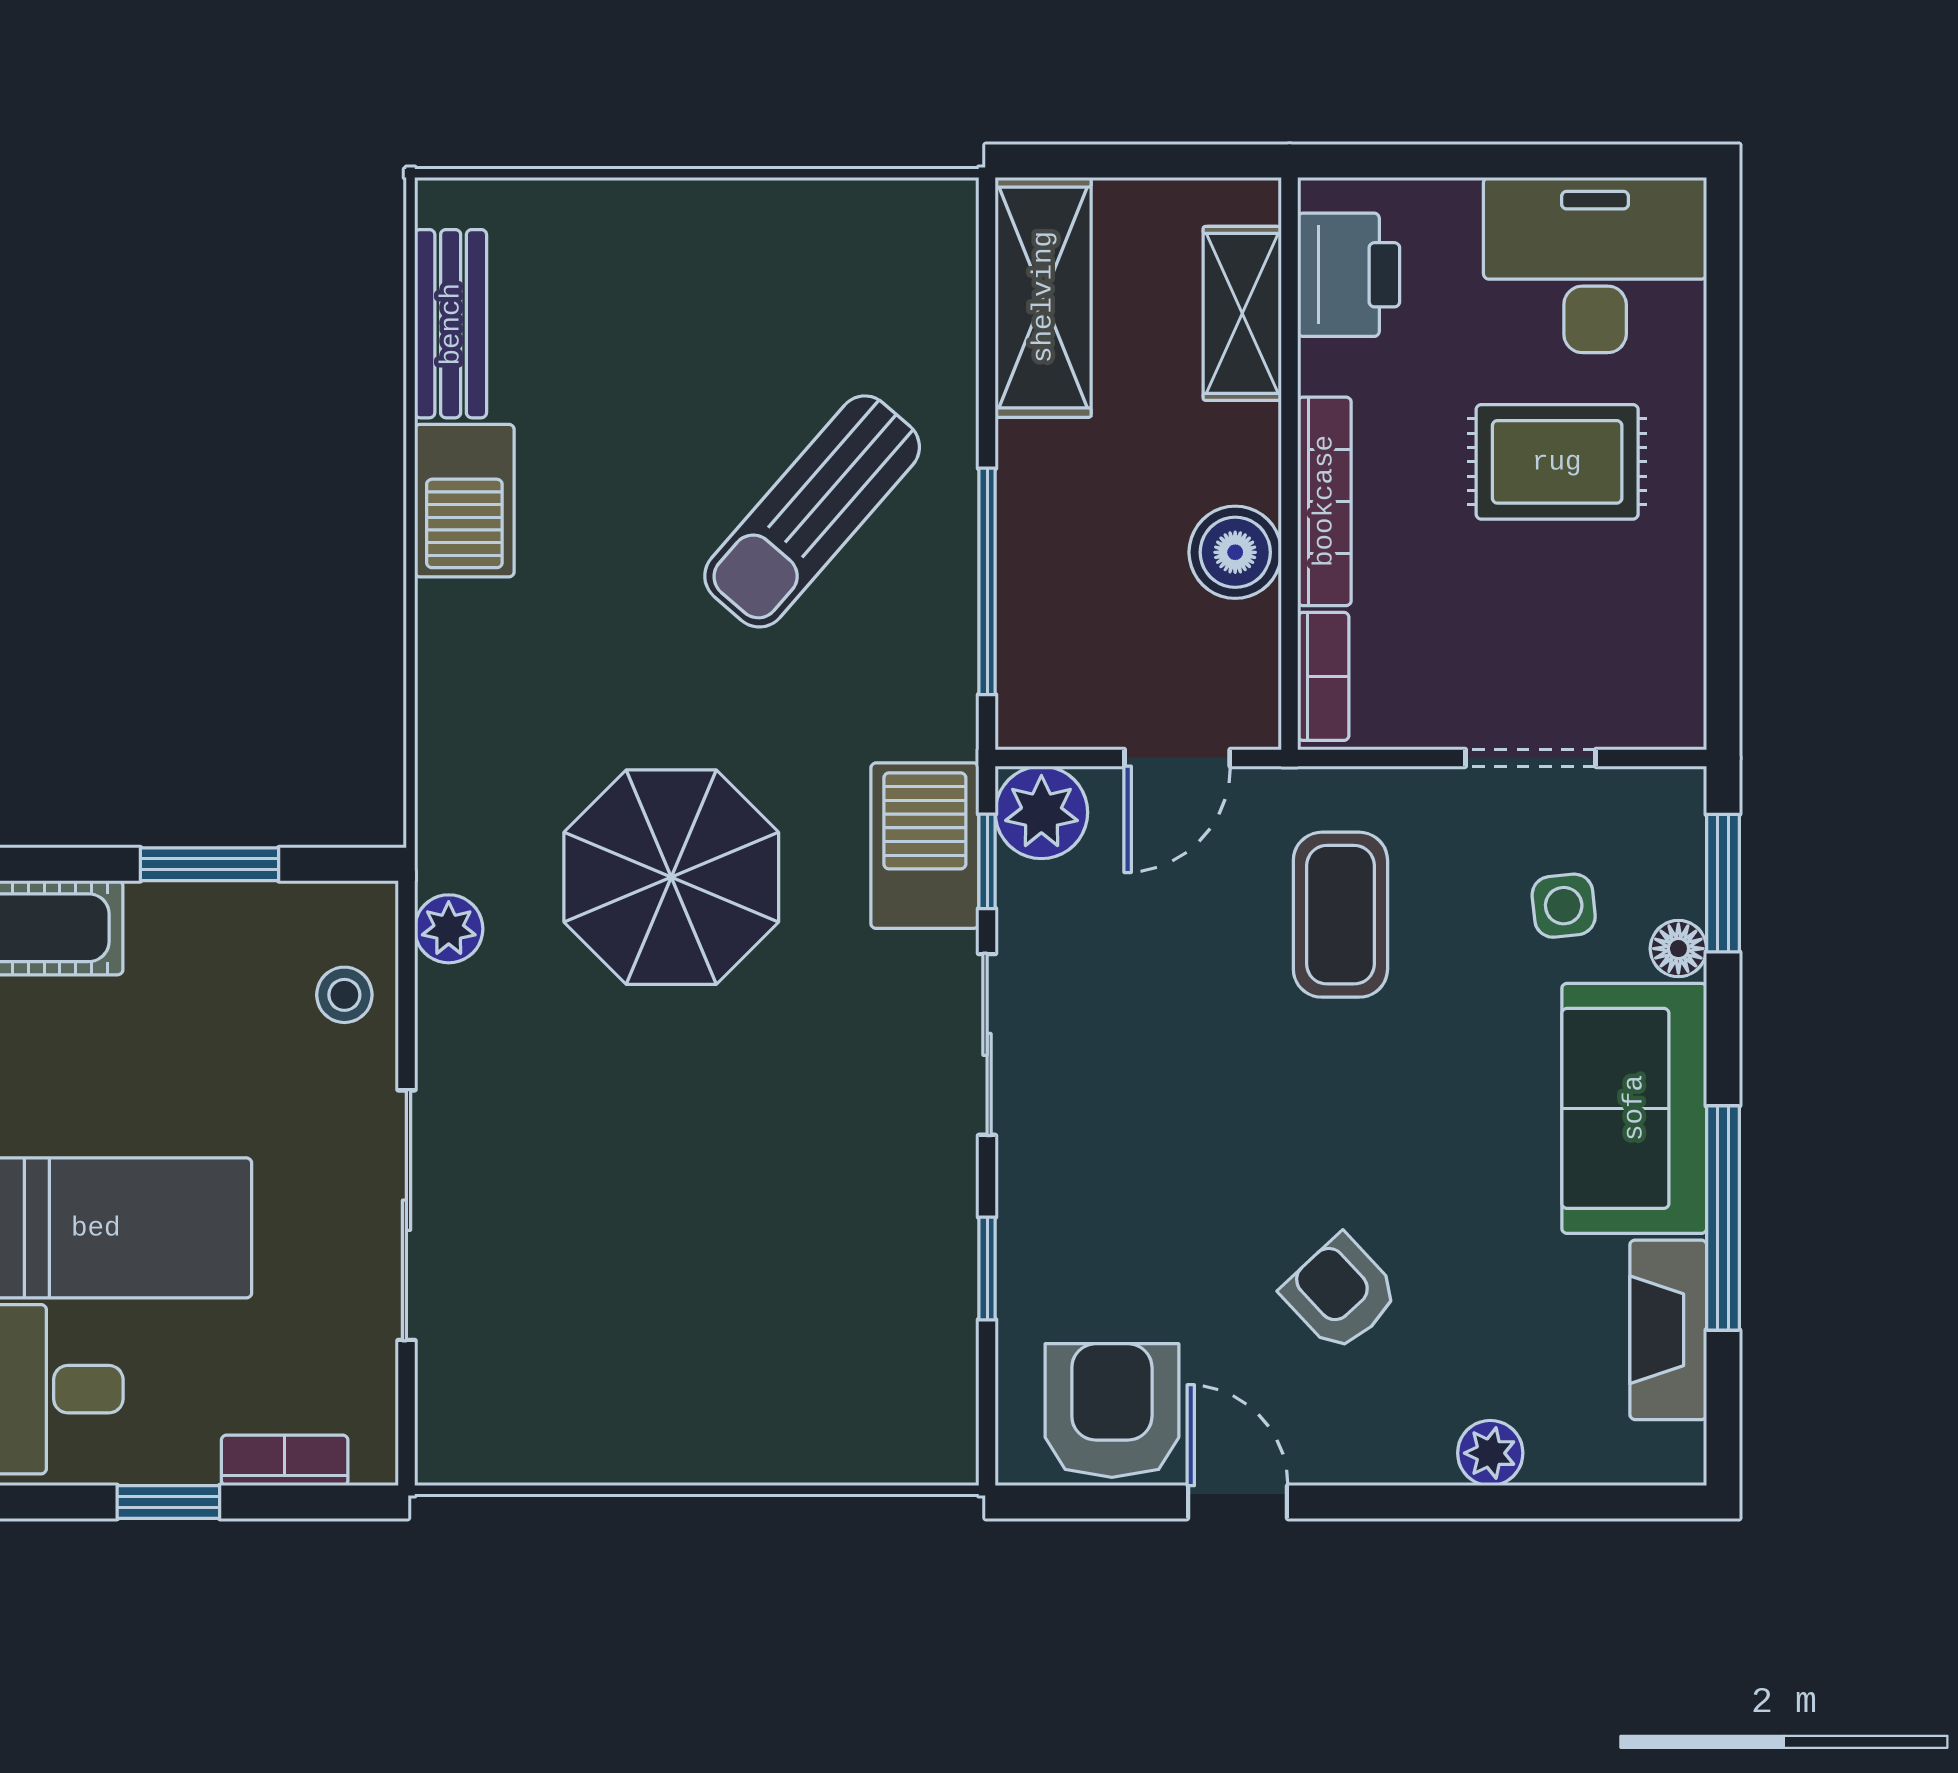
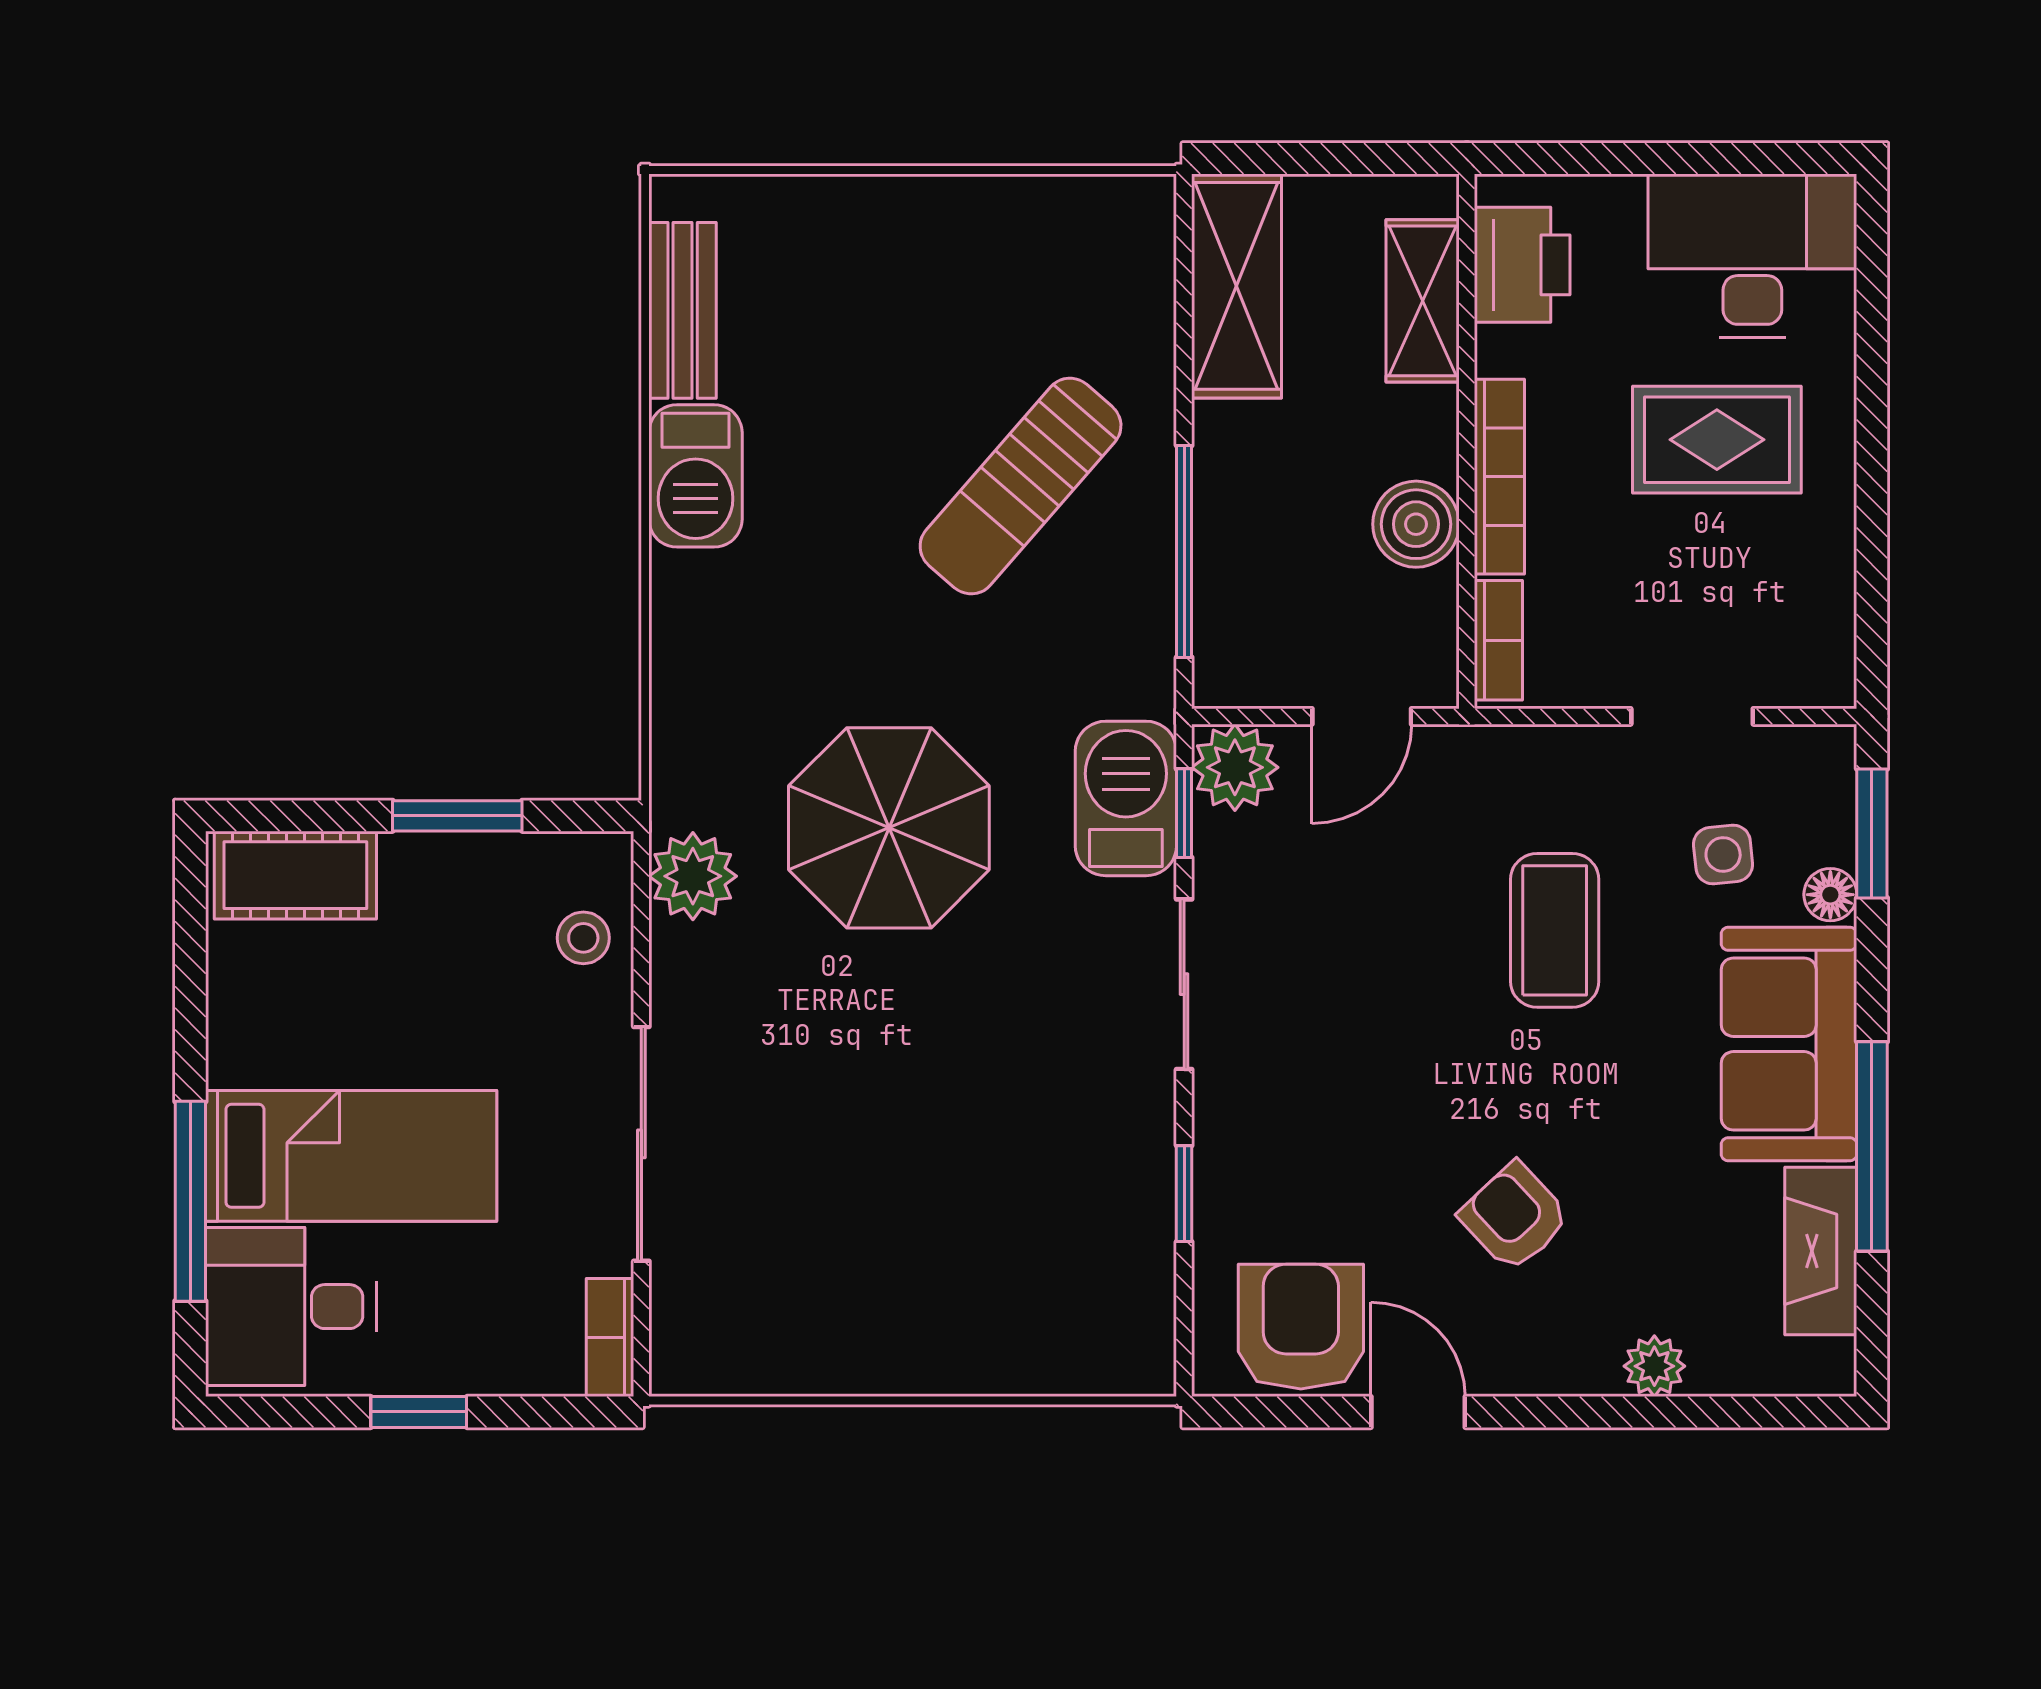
coffee table: (1340, 915) -> (1555, 930), moved
plant: (449, 929) -> (693, 876), width x1.38, depth x1.38
bookcase: (285, 1460) -> (610, 1338), moved, turned -90

